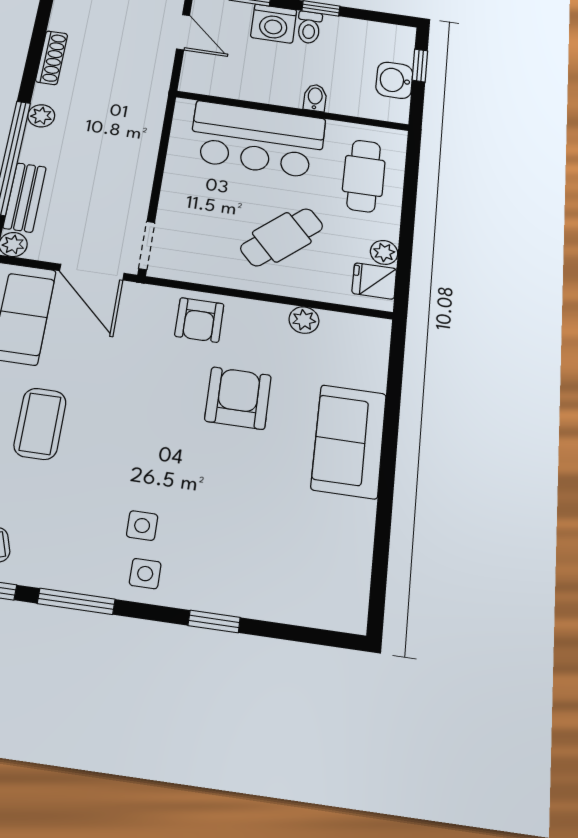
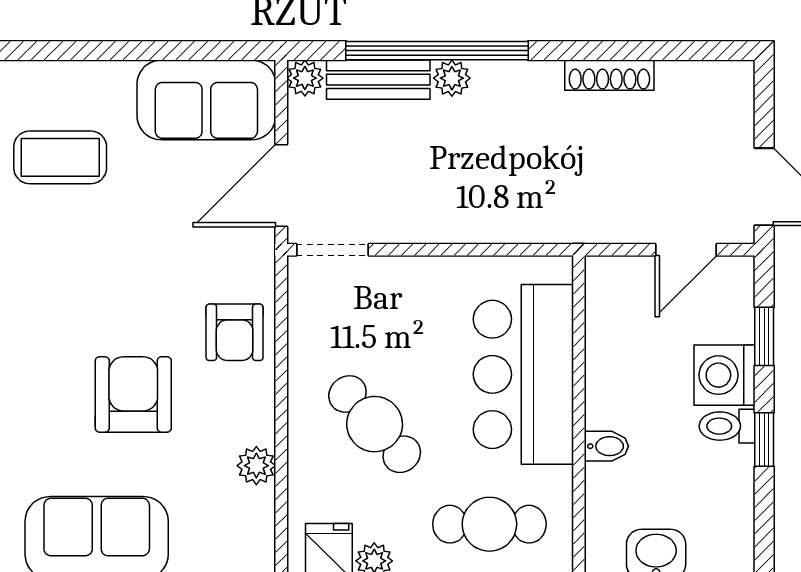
plant: (41, 116) -> (452, 78), moved
armchair: (199, 320) -> (235, 332), turned -90
armchair: (238, 398) -> (133, 394), turned -90

